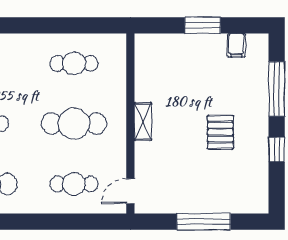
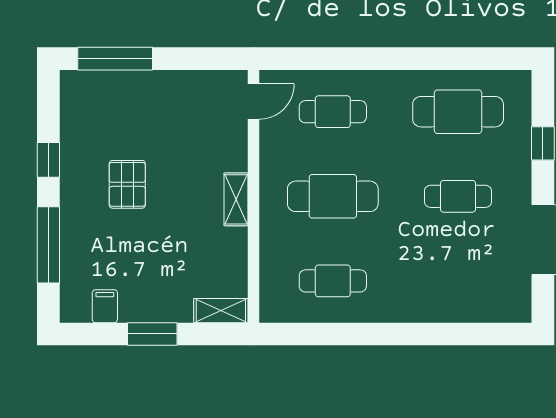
shelving: (154, 42) -> (221, 311), added
window: (204, 222) -> (115, 59), moved

